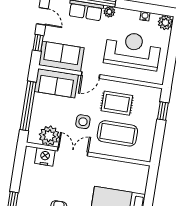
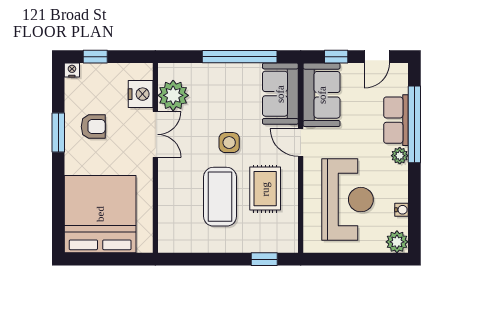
plant: (49, 136) -> (173, 95), moved
double door: (73, 151) -> (155, 134), moved
wall: (88, 154) -> (155, 158), moved
nightstand: (45, 157) -> (141, 94), moved

